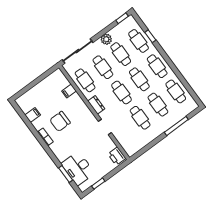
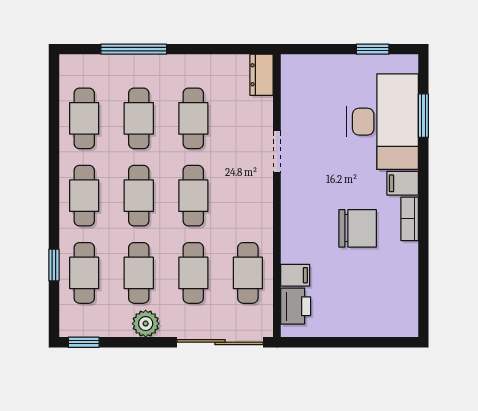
dresser: (96, 105) -> (262, 75), moved
filing cabinet: (33, 115) -> (403, 183), moved
printer: (117, 156) -> (296, 306), moved
desk: (78, 168) -> (383, 122), width x1.36, depth x1.30

